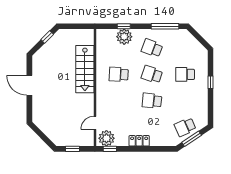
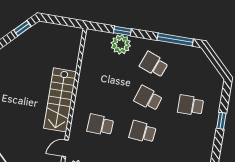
stairs: (85, 69) -> (60, 100), moved
school desk: (119, 74) -> (100, 125), moved

